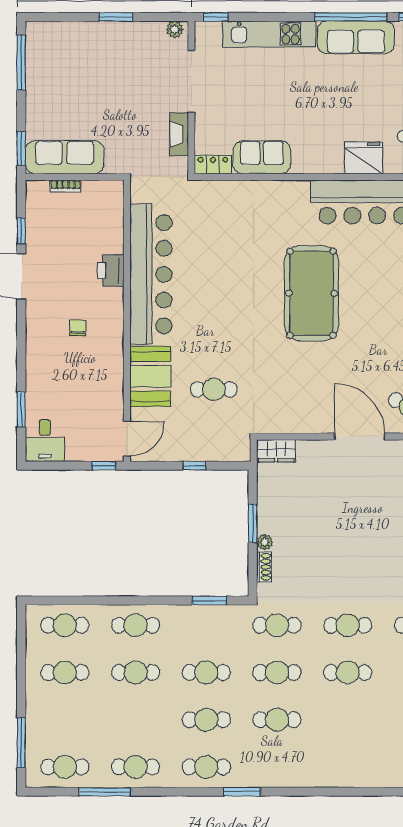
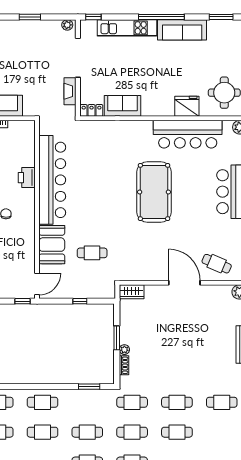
window: (351, 17) -> (161, 17), moved

